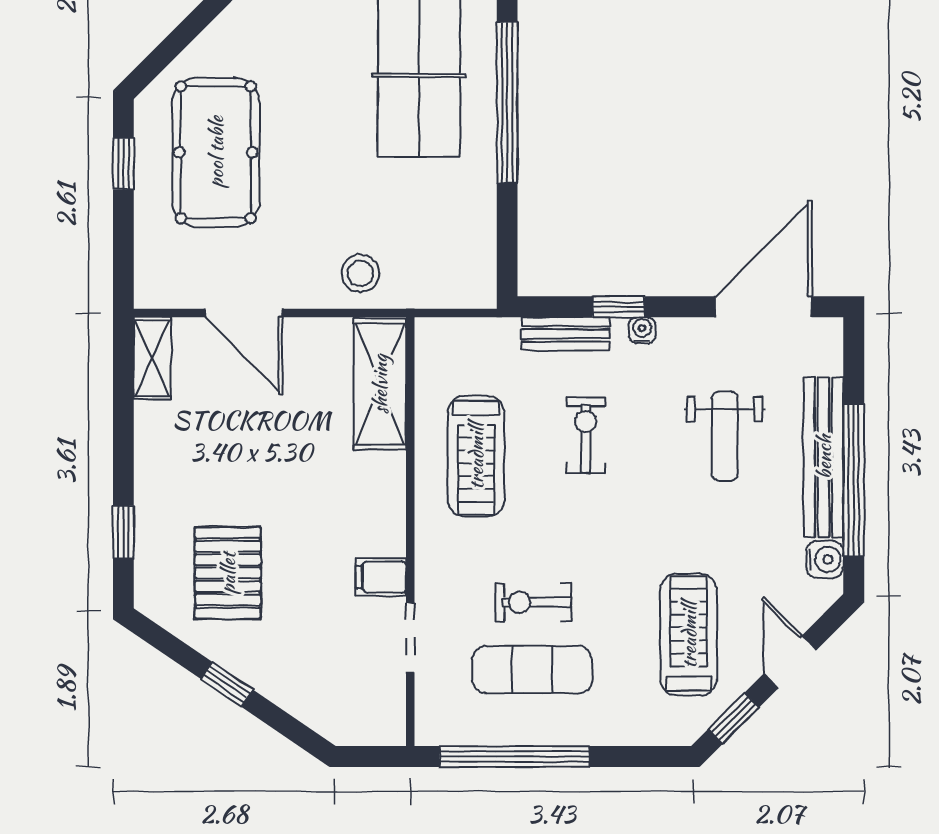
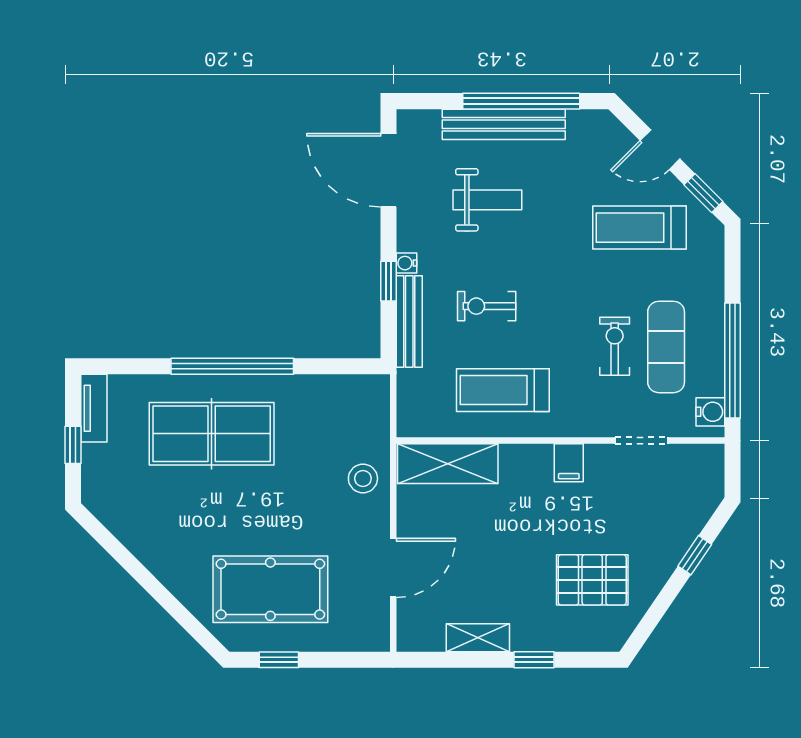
bench: (566, 334) -> (409, 322), width x1.36
shelving: (152, 358) -> (478, 638), moved
treadmill: (476, 456) -> (503, 390), turned 180
window: (123, 532) -> (534, 660), moved
water cooler: (825, 559) -> (710, 412), moved, turned 90
filing cabinet: (381, 577) -> (569, 463), moved
exercise bike: (533, 602) -> (615, 346), turned 180
window: (227, 684) -> (695, 555), moved

